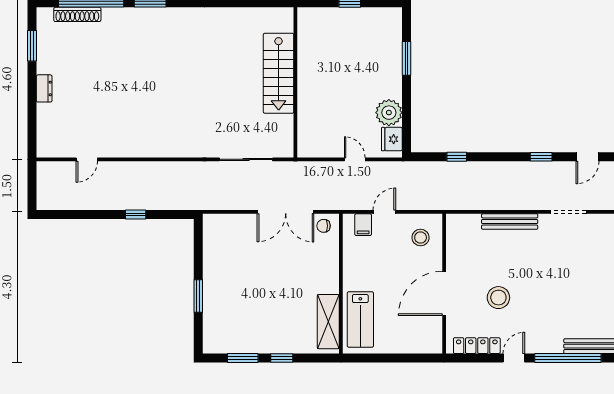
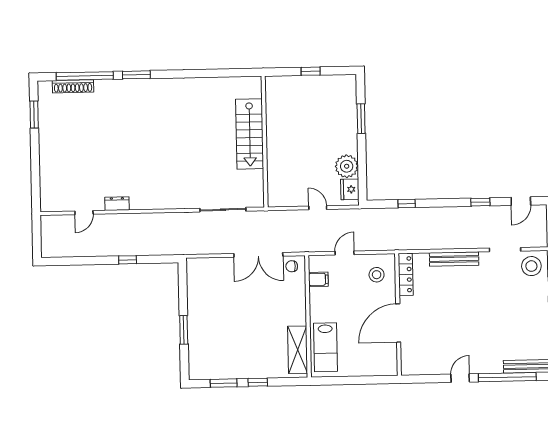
dresser: (44, 88) -> (117, 204), moved, turned -90
filing cabinet: (363, 225) -> (318, 279), moved, turned -90
stool: (498, 298) -> (531, 266), moved
locker: (477, 346) -> (406, 274), moved, turned 90

